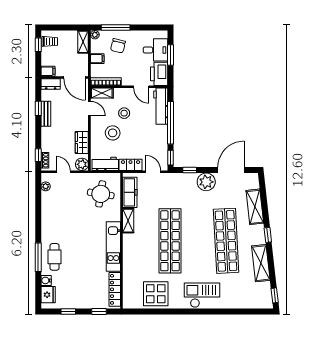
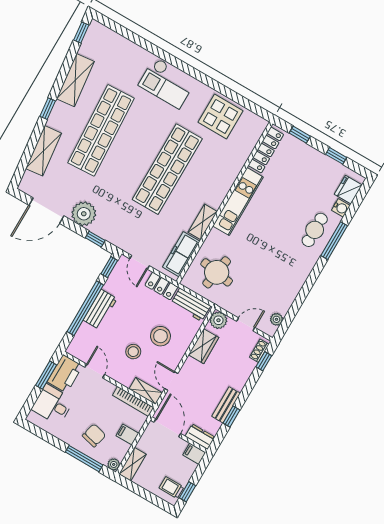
window: (170, 55) -> (46, 375), moved
workbench: (161, 106) -> (100, 309), moved, width x0.73
door: (63, 172) -> (246, 324), swing flipped

